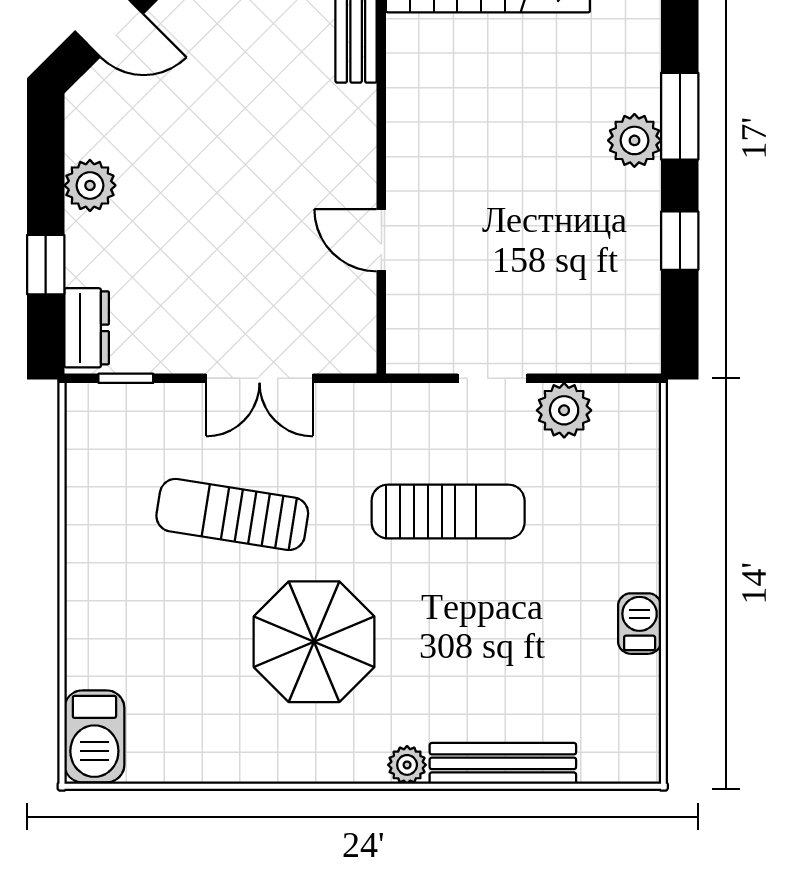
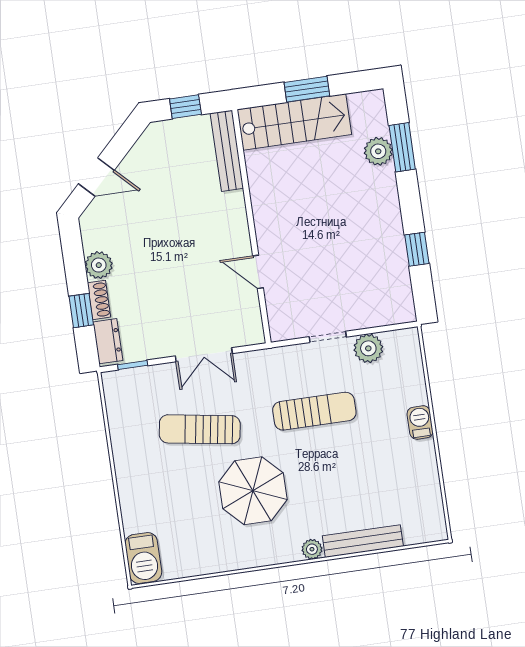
window: (680, 116) -> (402, 147), moved
plant: (634, 140) -> (378, 151), moved
shoe rack: (81, 250) -> (99, 300), added
barbecue: (640, 624) -> (420, 422), moved

